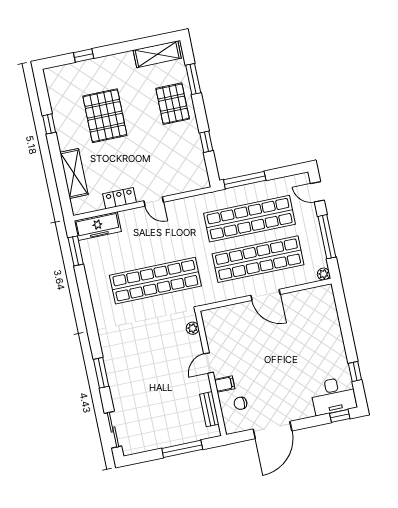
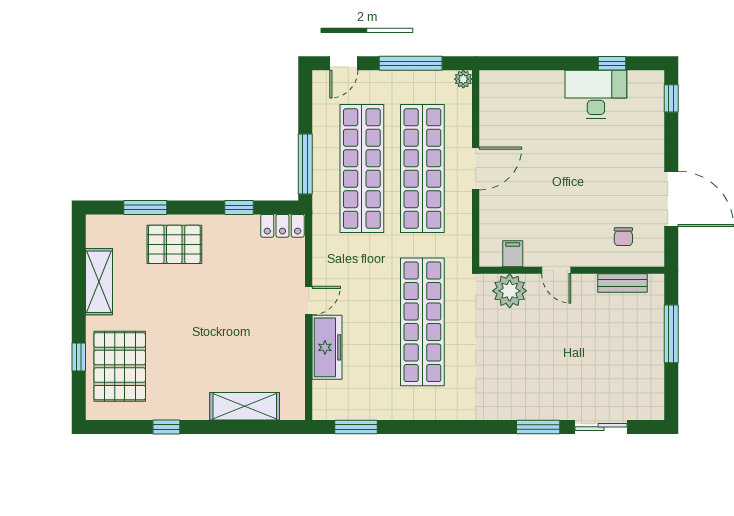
shelving: (157, 54) -> (99, 282), moved
pallet: (105, 116) -> (120, 366), moved, turned 90
locker: (120, 198) -> (282, 226), moved, turned -90
freezer: (98, 226) -> (327, 347), moved
plant: (193, 328) -> (510, 291), width x1.88, depth x1.88
filing cabinet: (225, 384) -> (513, 254), moved
desk: (333, 396) -> (596, 94), moved, turned -90
sliding door: (113, 430) -> (601, 427), moved

